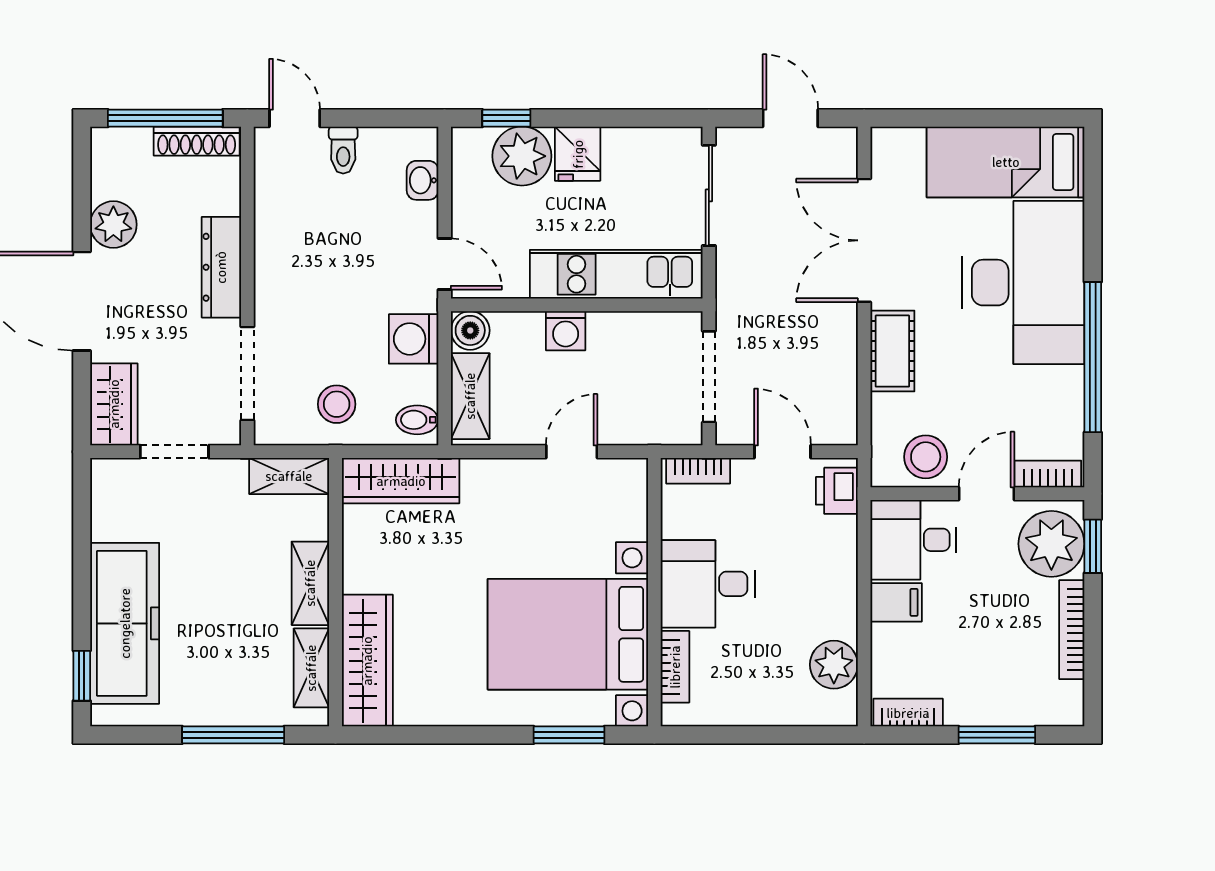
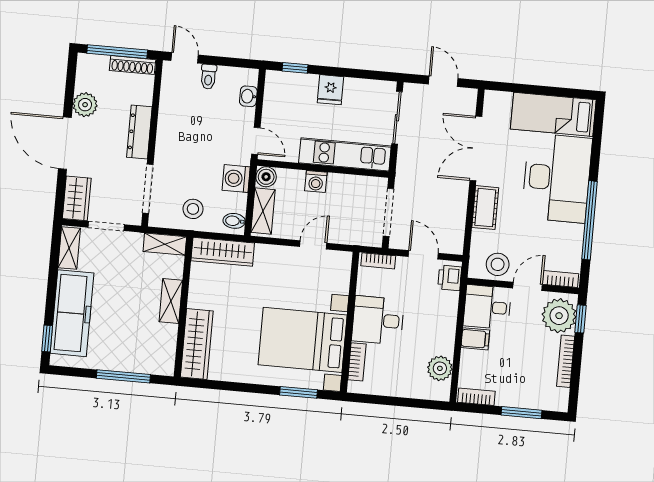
plant: (522, 156) -> (301, 88), removed
shelving: (311, 668) -> (69, 248), moved

